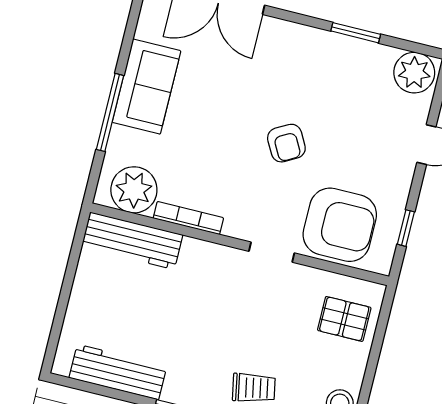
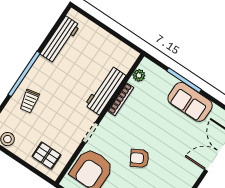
plant: (134, 190) -> (139, 75), width x0.53, depth x0.53
workbench: (132, 241) -> (105, 90), moved
pallet: (344, 319) -> (46, 156), turned 90

